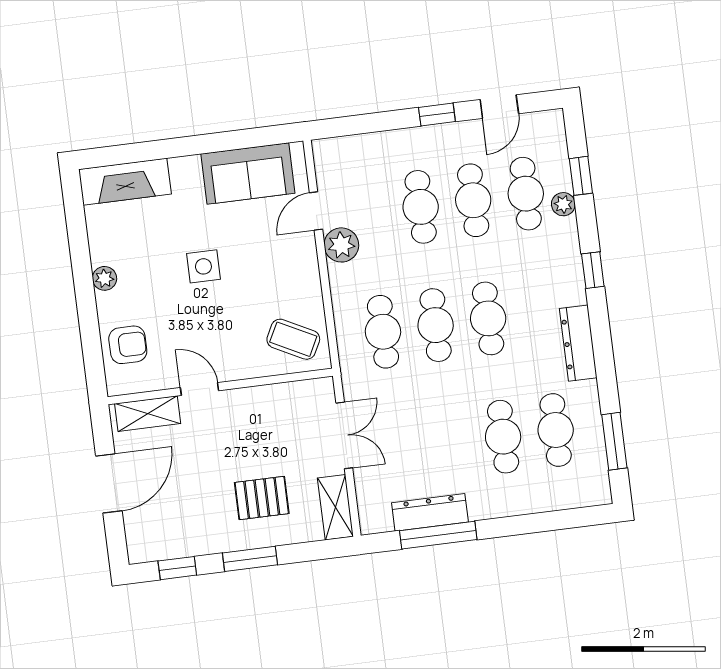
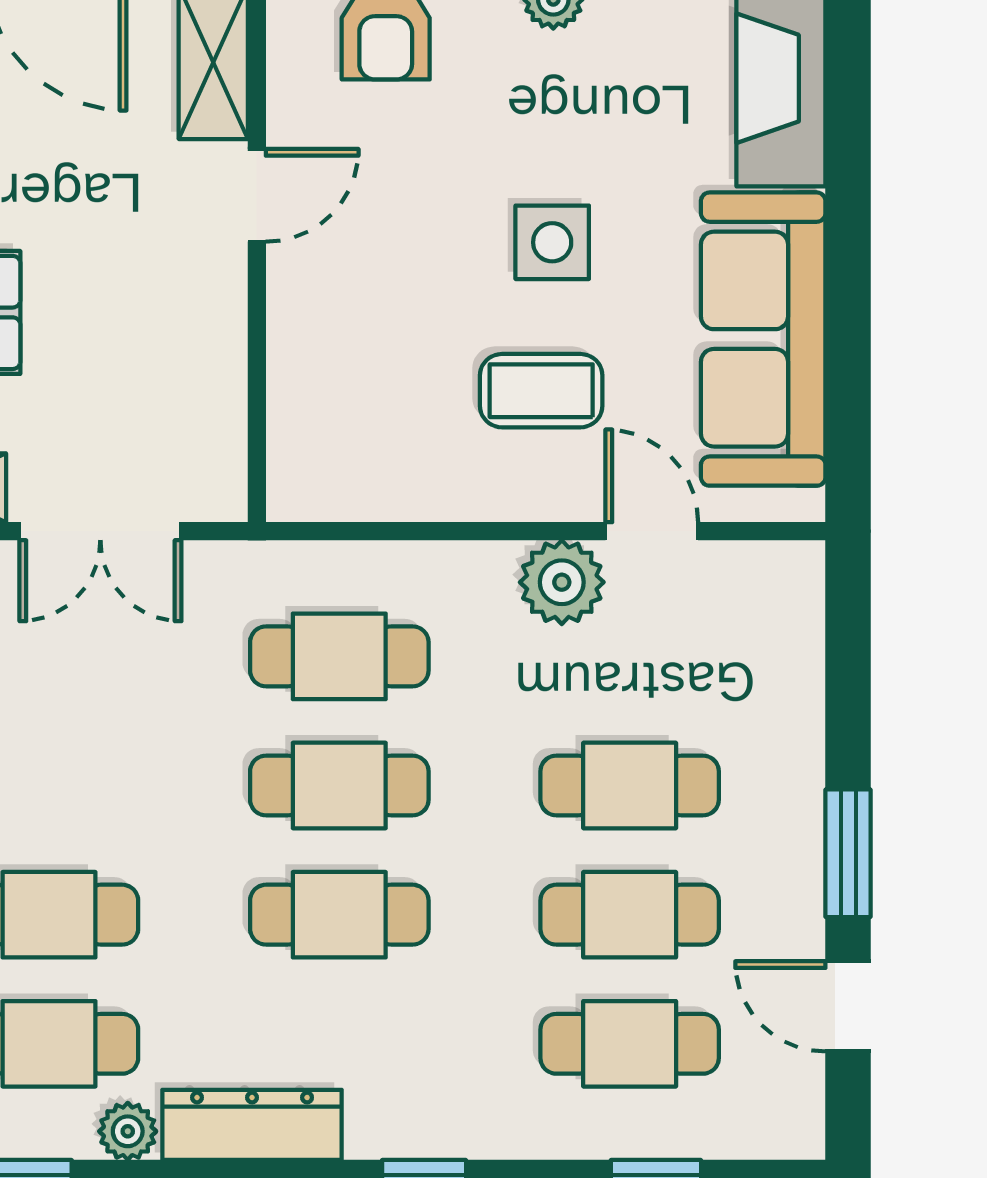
window: (437, 115) -> (848, 853), width x1.50
sofa: (248, 174) -> (763, 339), width x1.36
plant: (563, 204) -> (128, 1131), moved
coffee table: (293, 339) -> (541, 391), moved, turned 63

